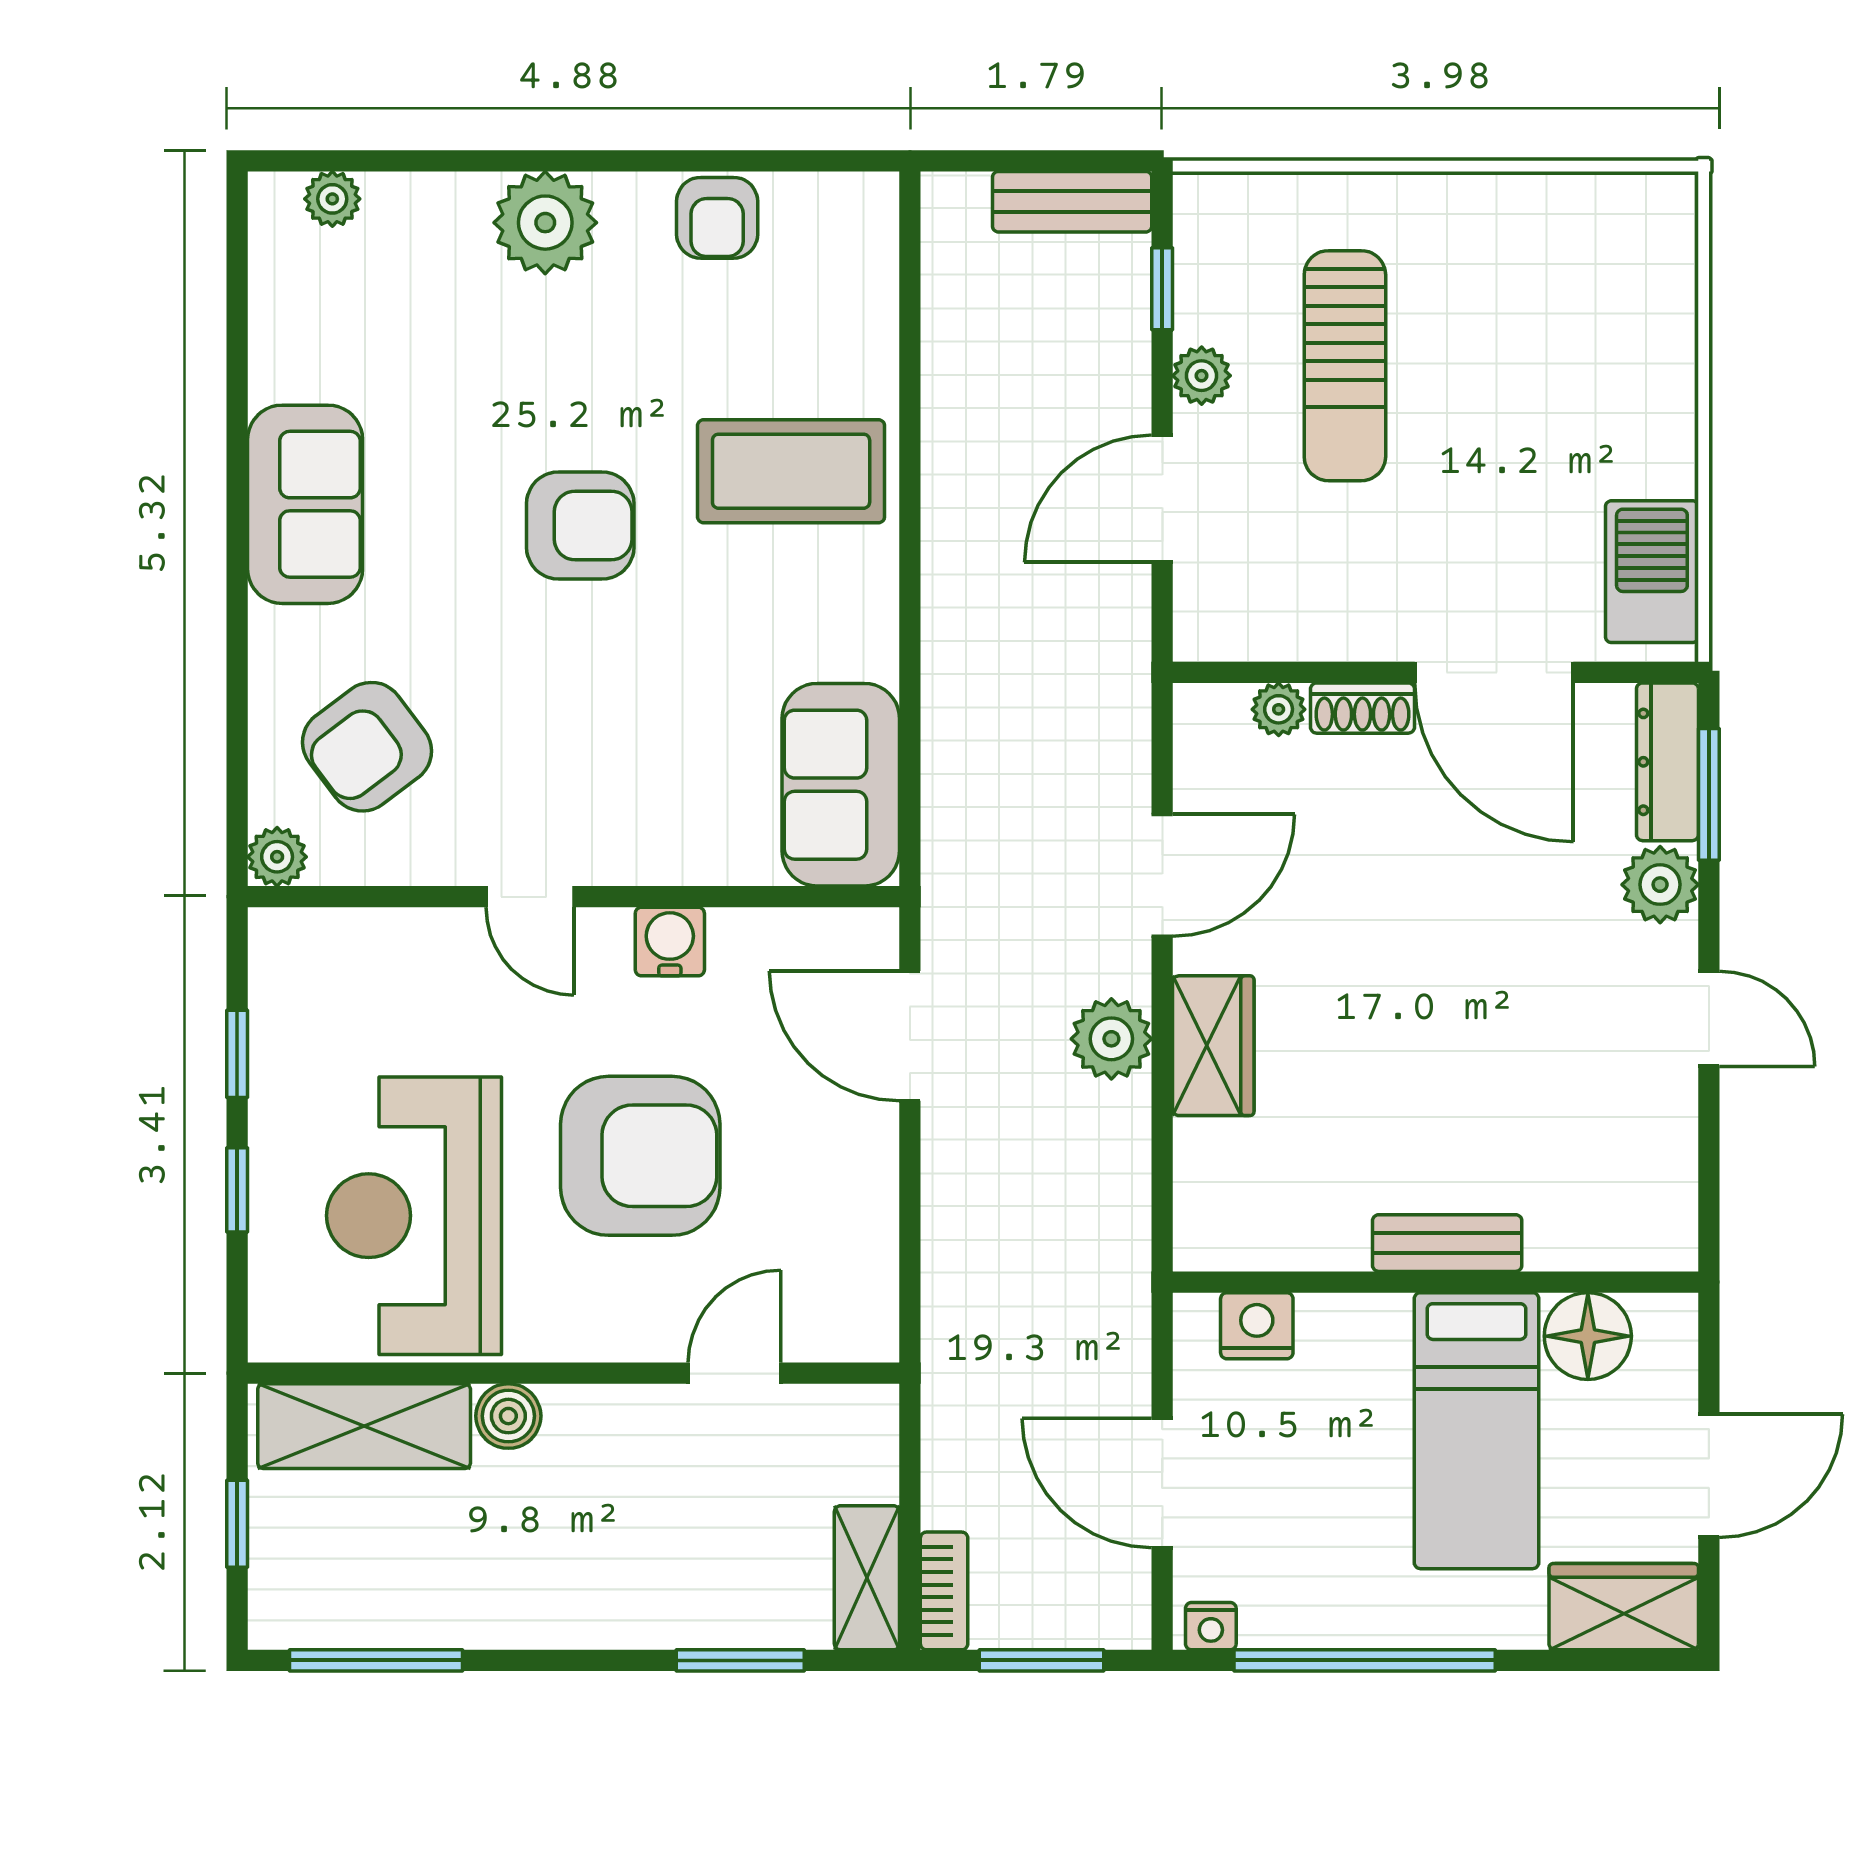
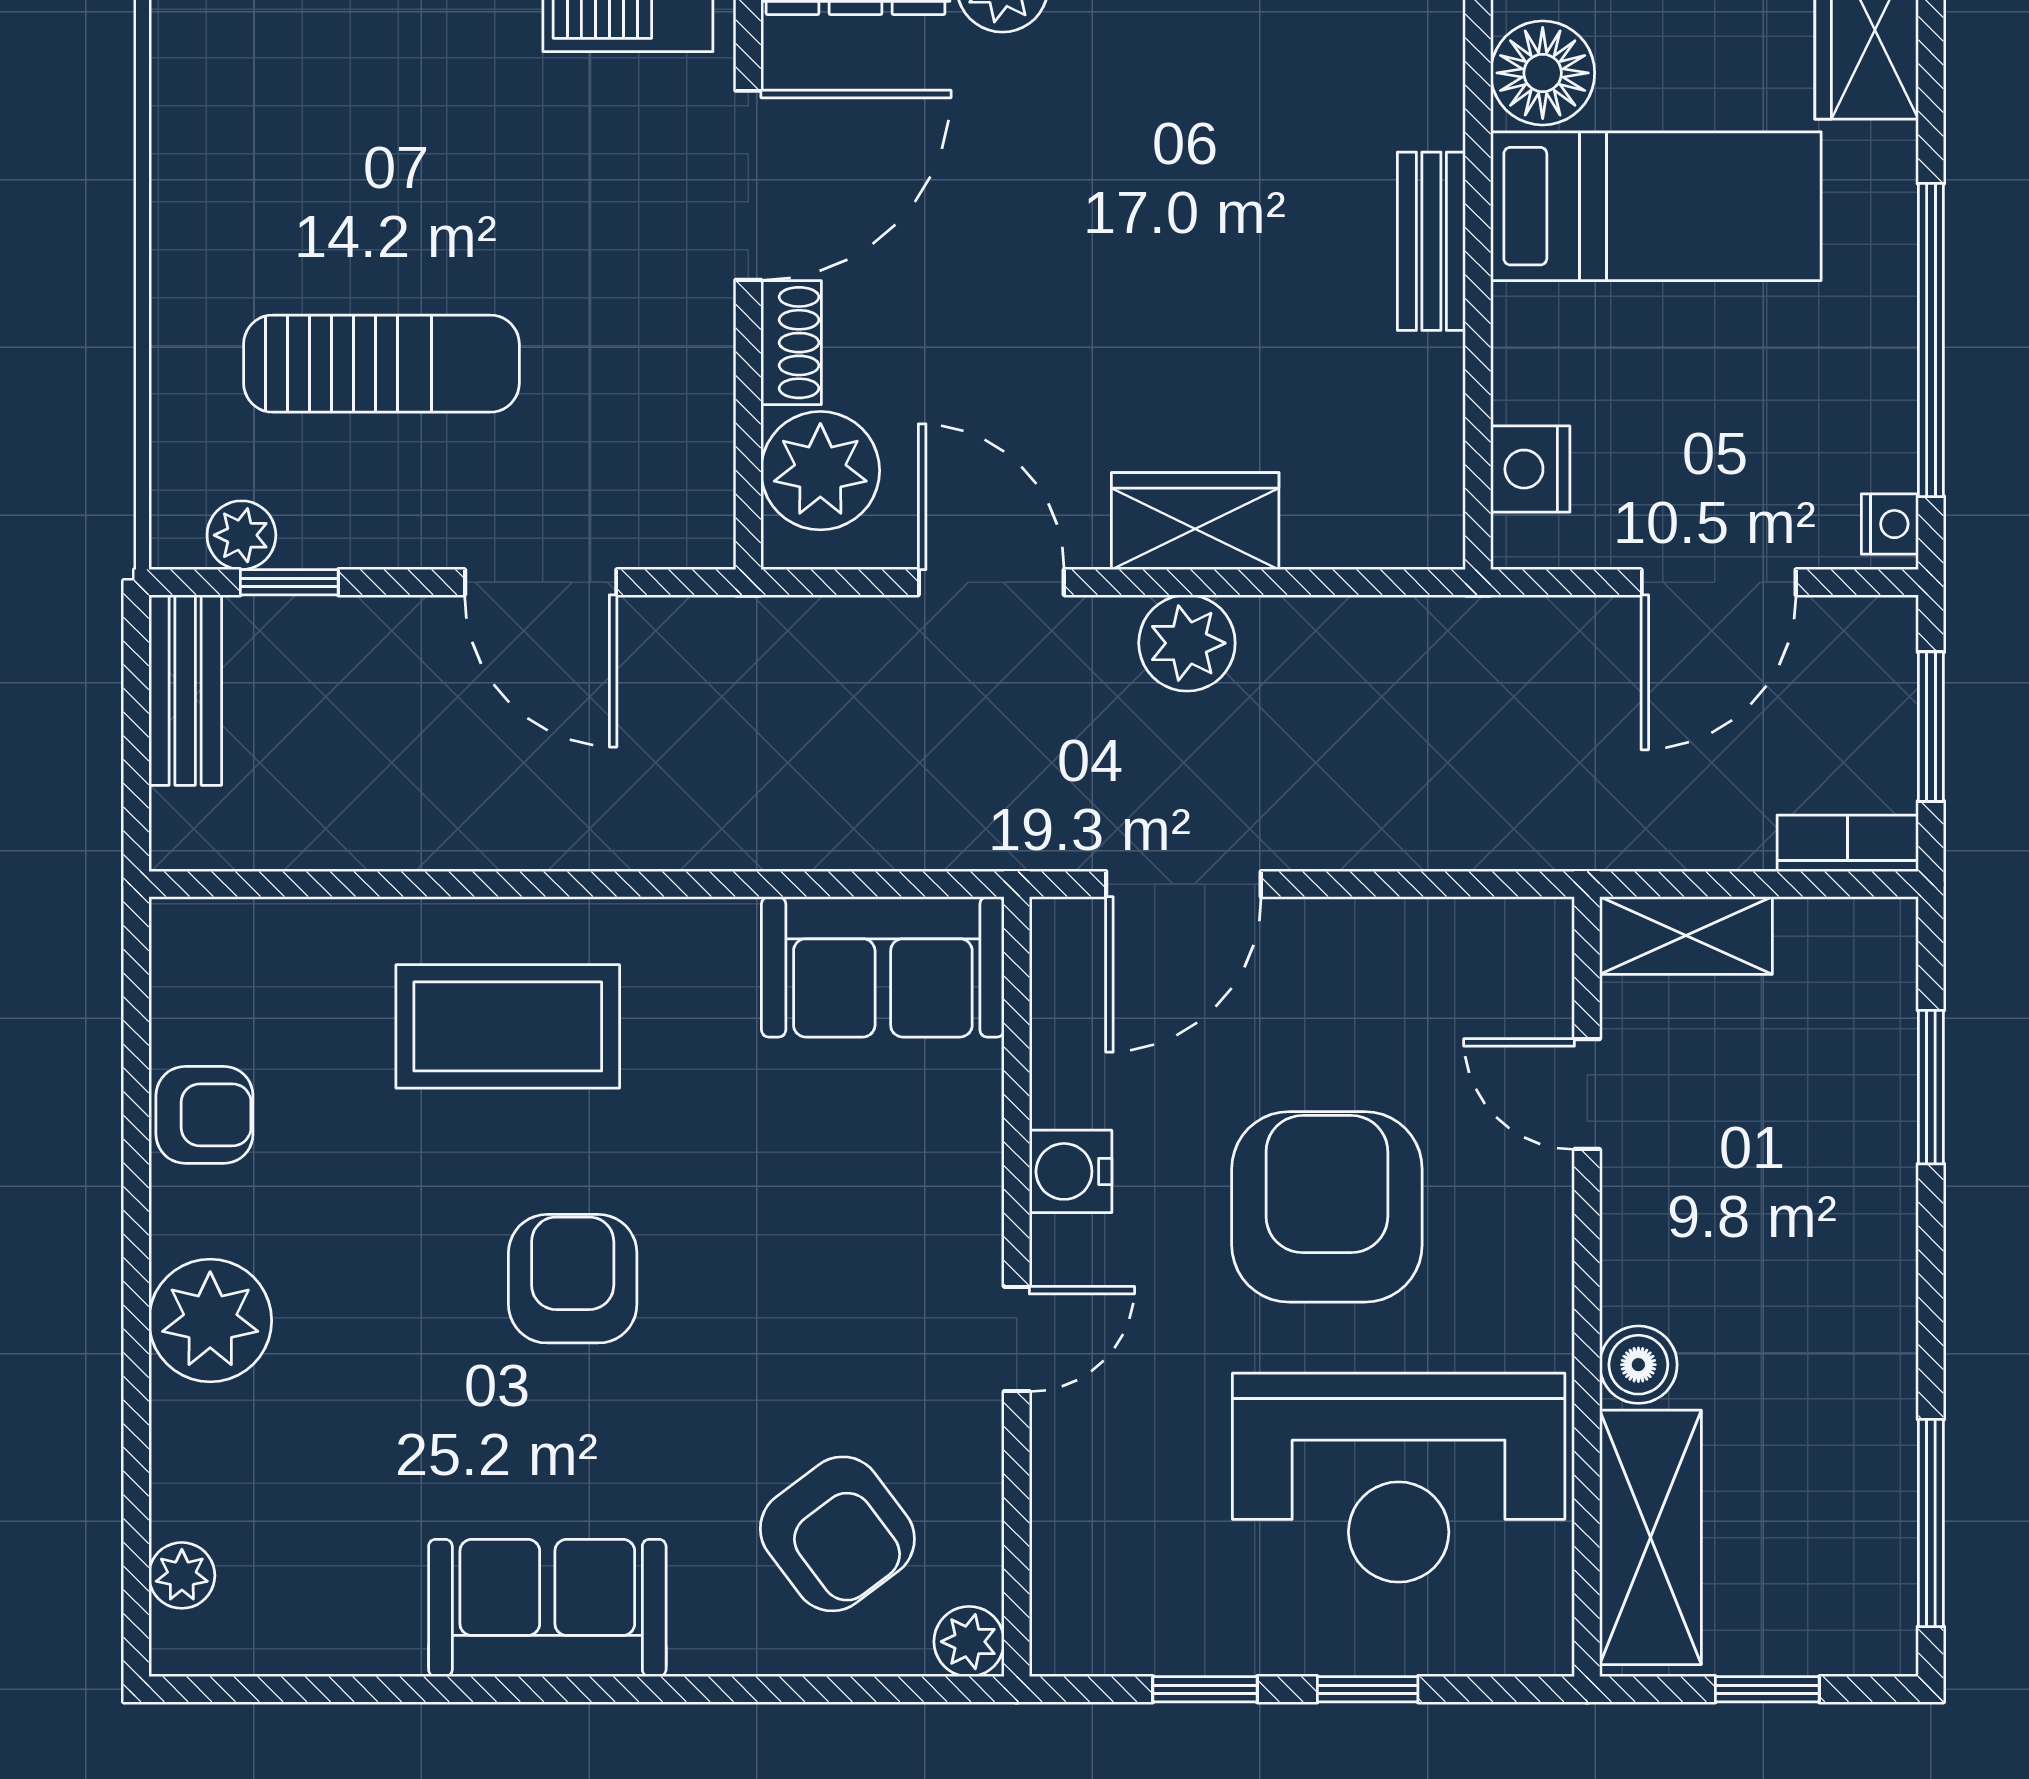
plant: (1202, 376) -> (241, 535), moved
coffee table: (791, 471) -> (508, 1026), turned 90
plant: (1279, 709) -> (820, 471), width x1.87, depth x1.87
shelving: (867, 1578) -> (1686, 936), moved

